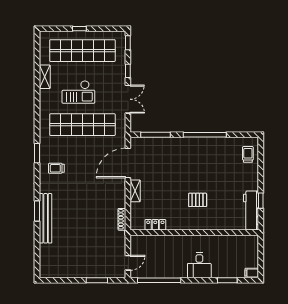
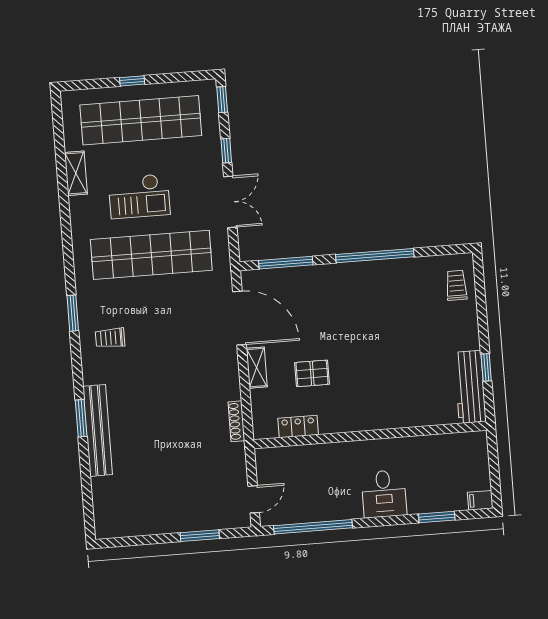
door: (128, 163) -> (239, 318), swing flipped
pallet: (198, 200) -> (312, 373), moved

